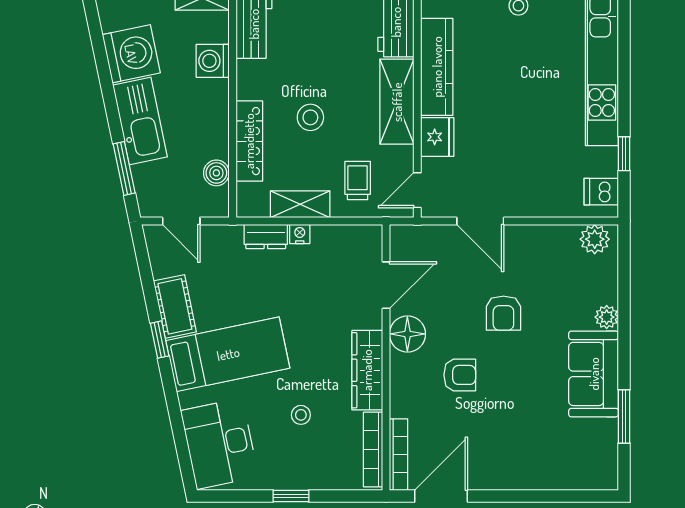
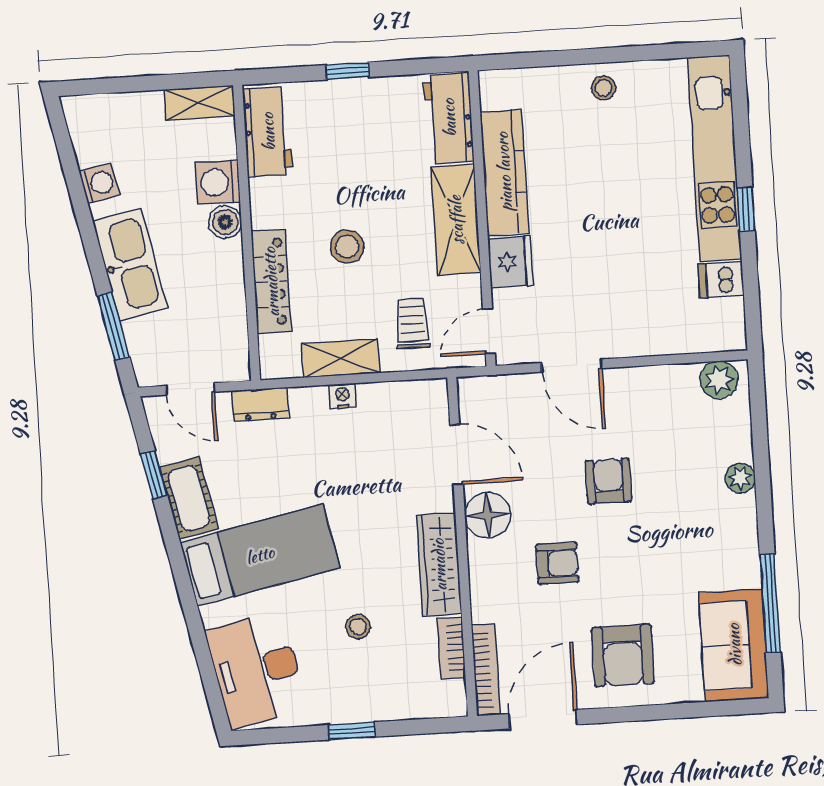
washing machine: (131, 54) -> (99, 183), width x0.53, depth x0.53
window: (624, 154) -> (746, 209), moved
boiler: (216, 173) -> (225, 222), moved
dishwasher: (601, 192) -> (721, 280), moved
dresser: (266, 237) -> (260, 404), moved
door: (386, 285) -> (456, 455), hinge flipped
armchair: (503, 313) -> (608, 481), turned 180
window: (160, 340) -> (154, 475), moved
sofa: (594, 374) -> (734, 645), moved
window: (624, 416) -> (770, 603), width x1.44
bookcase: (373, 450) -> (452, 648), width x0.64
armchair: (506, 450) -> (623, 656), added

